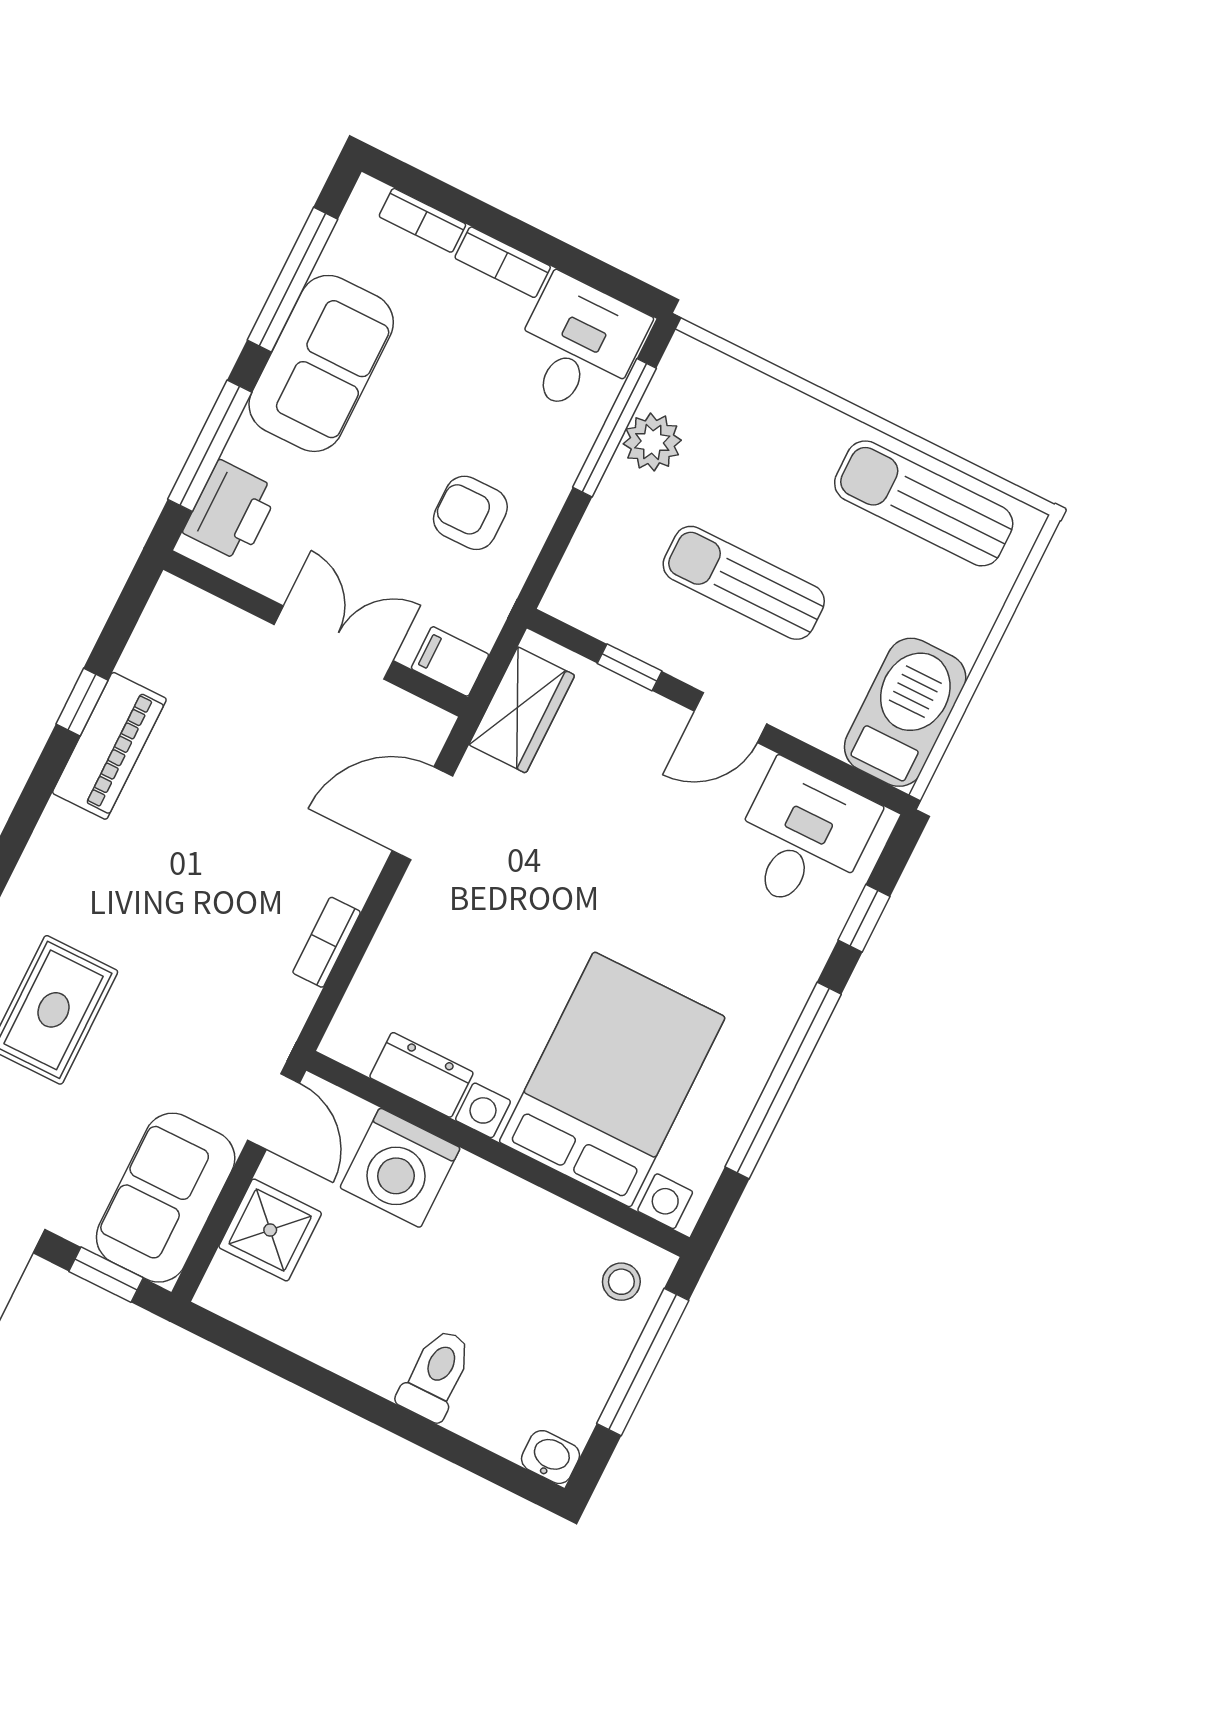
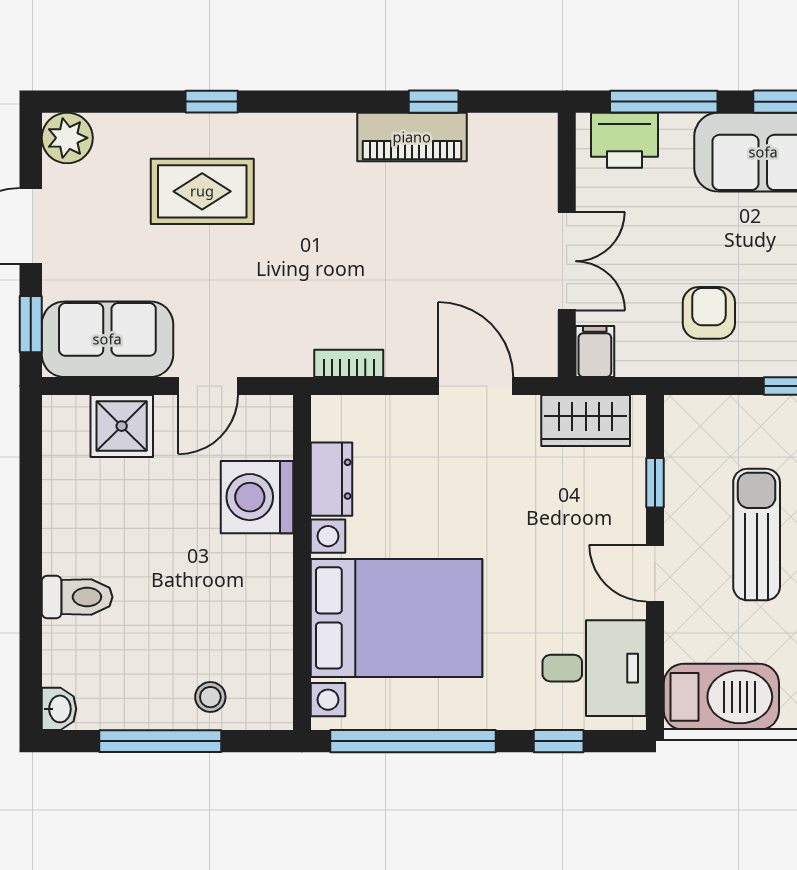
dresser: (421, 1075) -> (332, 479), moved
bed with nightstands: (612, 1079) -> (397, 618), moved
wall: (498, 1154) -> (302, 562), moved
washing machine: (400, 1168) -> (257, 497), moved

